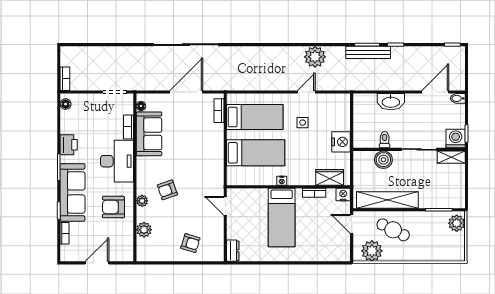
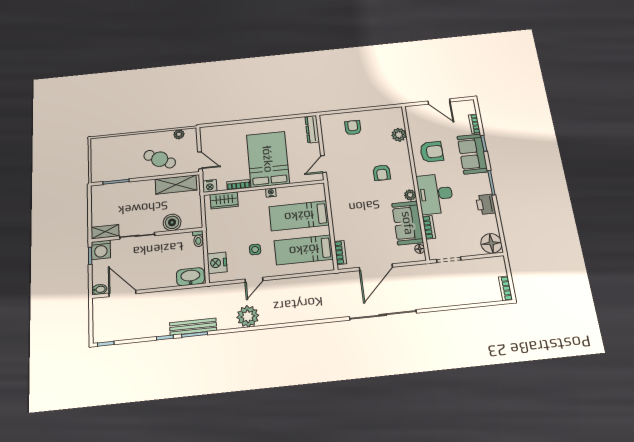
bookcase: (65, 79) -> (505, 288), moved
door: (435, 92) -> (122, 293), swing flipped
washbasin: (391, 102) -> (190, 277), moved
floor lamp: (66, 104) -> (491, 243), width x1.89, depth x1.89
toilet: (385, 140) -> (198, 239), moved
nightstand: (341, 142) -> (217, 263), moved
armchair: (167, 190) -> (382, 173), turned 109
sofa: (73, 192) -> (472, 154), width x0.73
shelving: (387, 200) -> (176, 185), width x0.68
plant: (142, 201) -> (410, 195), moved
door: (225, 206) -> (323, 164), swing flipped
bed: (282, 217) -> (268, 159), width x1.50
plant: (457, 223) -> (99, 171), removed
armchair: (190, 243) -> (353, 128), turned 73
dresser: (233, 251) -> (312, 129), width x1.44
plant: (372, 251) -> (179, 134), width x0.53, depth x0.53
door: (97, 263) -> (439, 102), hinge flipped

